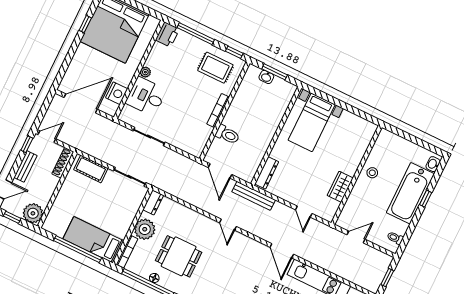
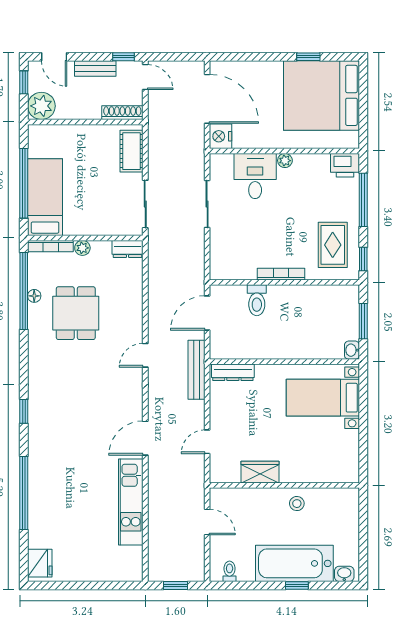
washbasin: (266, 77) -> (352, 350), moved
nightstand: (117, 93) -> (221, 136), moved, turned 90
plant: (145, 229) -> (82, 248), width x0.53, depth x0.53

